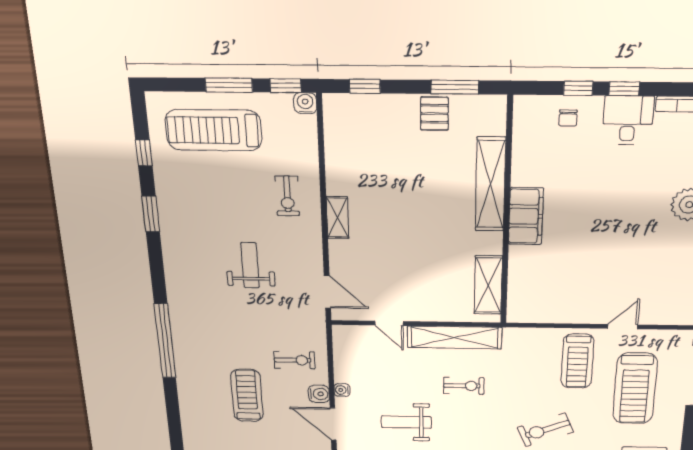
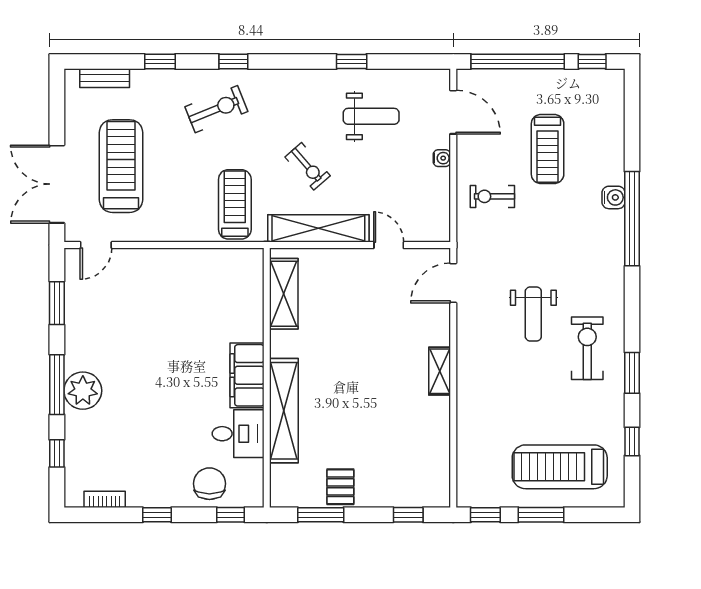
window: (578, 88) -> (231, 515), moved
water cooler: (305, 103) -> (467, 497), removed
chair: (568, 118) -> (209, 484), width x1.87, depth x1.87
desk: (628, 120) -> (238, 434), moved, turned -90
treadmill: (214, 130) -> (560, 467), turned 180
exercise bike: (287, 196) -> (587, 348), moved, width x1.38, depth x1.39
door: (327, 292) -> (453, 283), hinge flipped
door: (623, 327) -> (96, 245), moved
treadmill: (577, 361) -> (235, 204), moved
exercise bike: (464, 386) -> (308, 166), turned -131
water cooler: (319, 394) -> (613, 197), moved, turned 180

